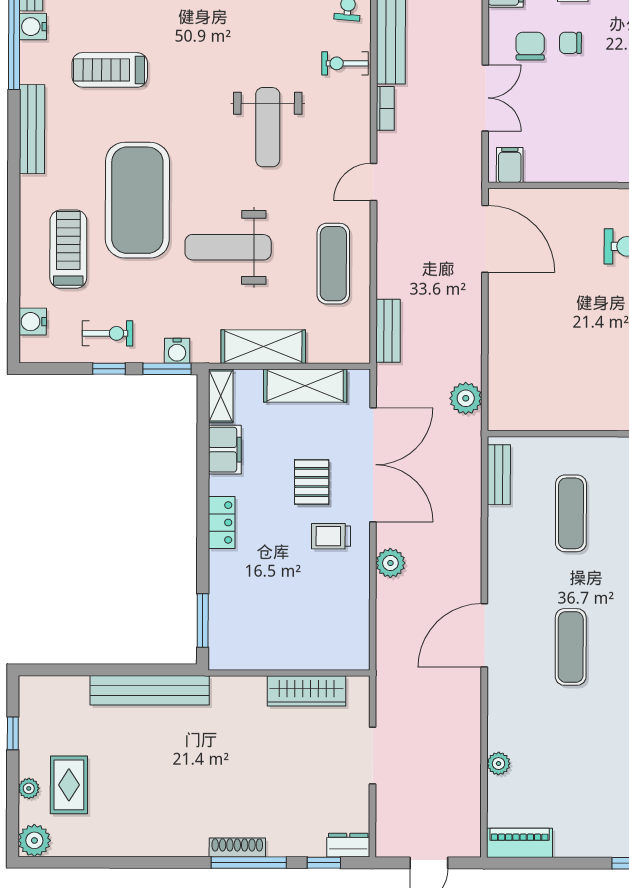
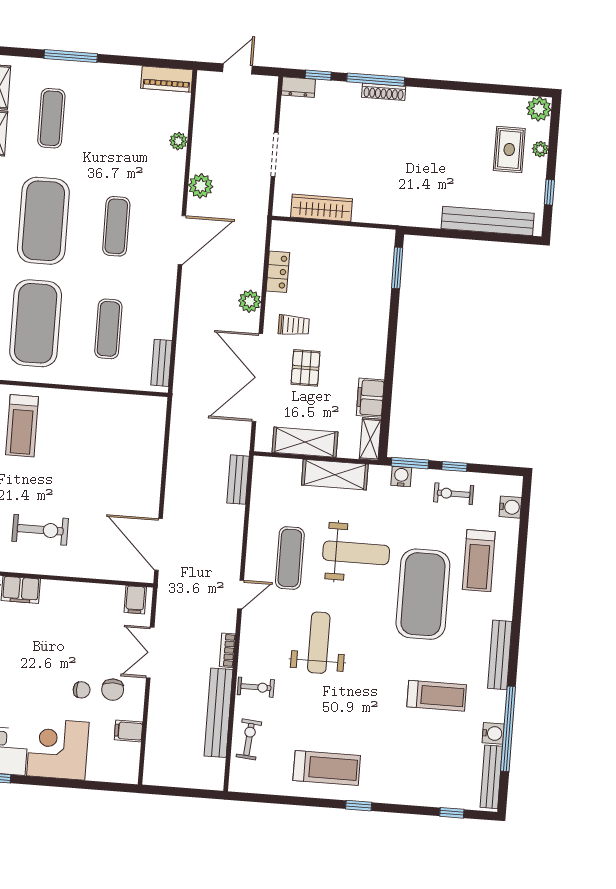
exercise mat: (333, 264) -> (290, 558), moved
plant: (466, 398) -> (201, 186), moved
locker: (222, 523) -> (278, 272), moved, turned 180
bench: (150, 690) -> (488, 221), moved

